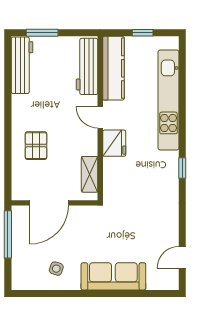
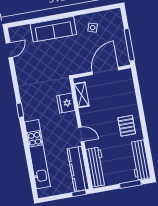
window: (143, 33) -> (79, 193), moved
fridge: (114, 143) -> (66, 103), moved
pallet: (36, 146) -> (127, 126), moved

